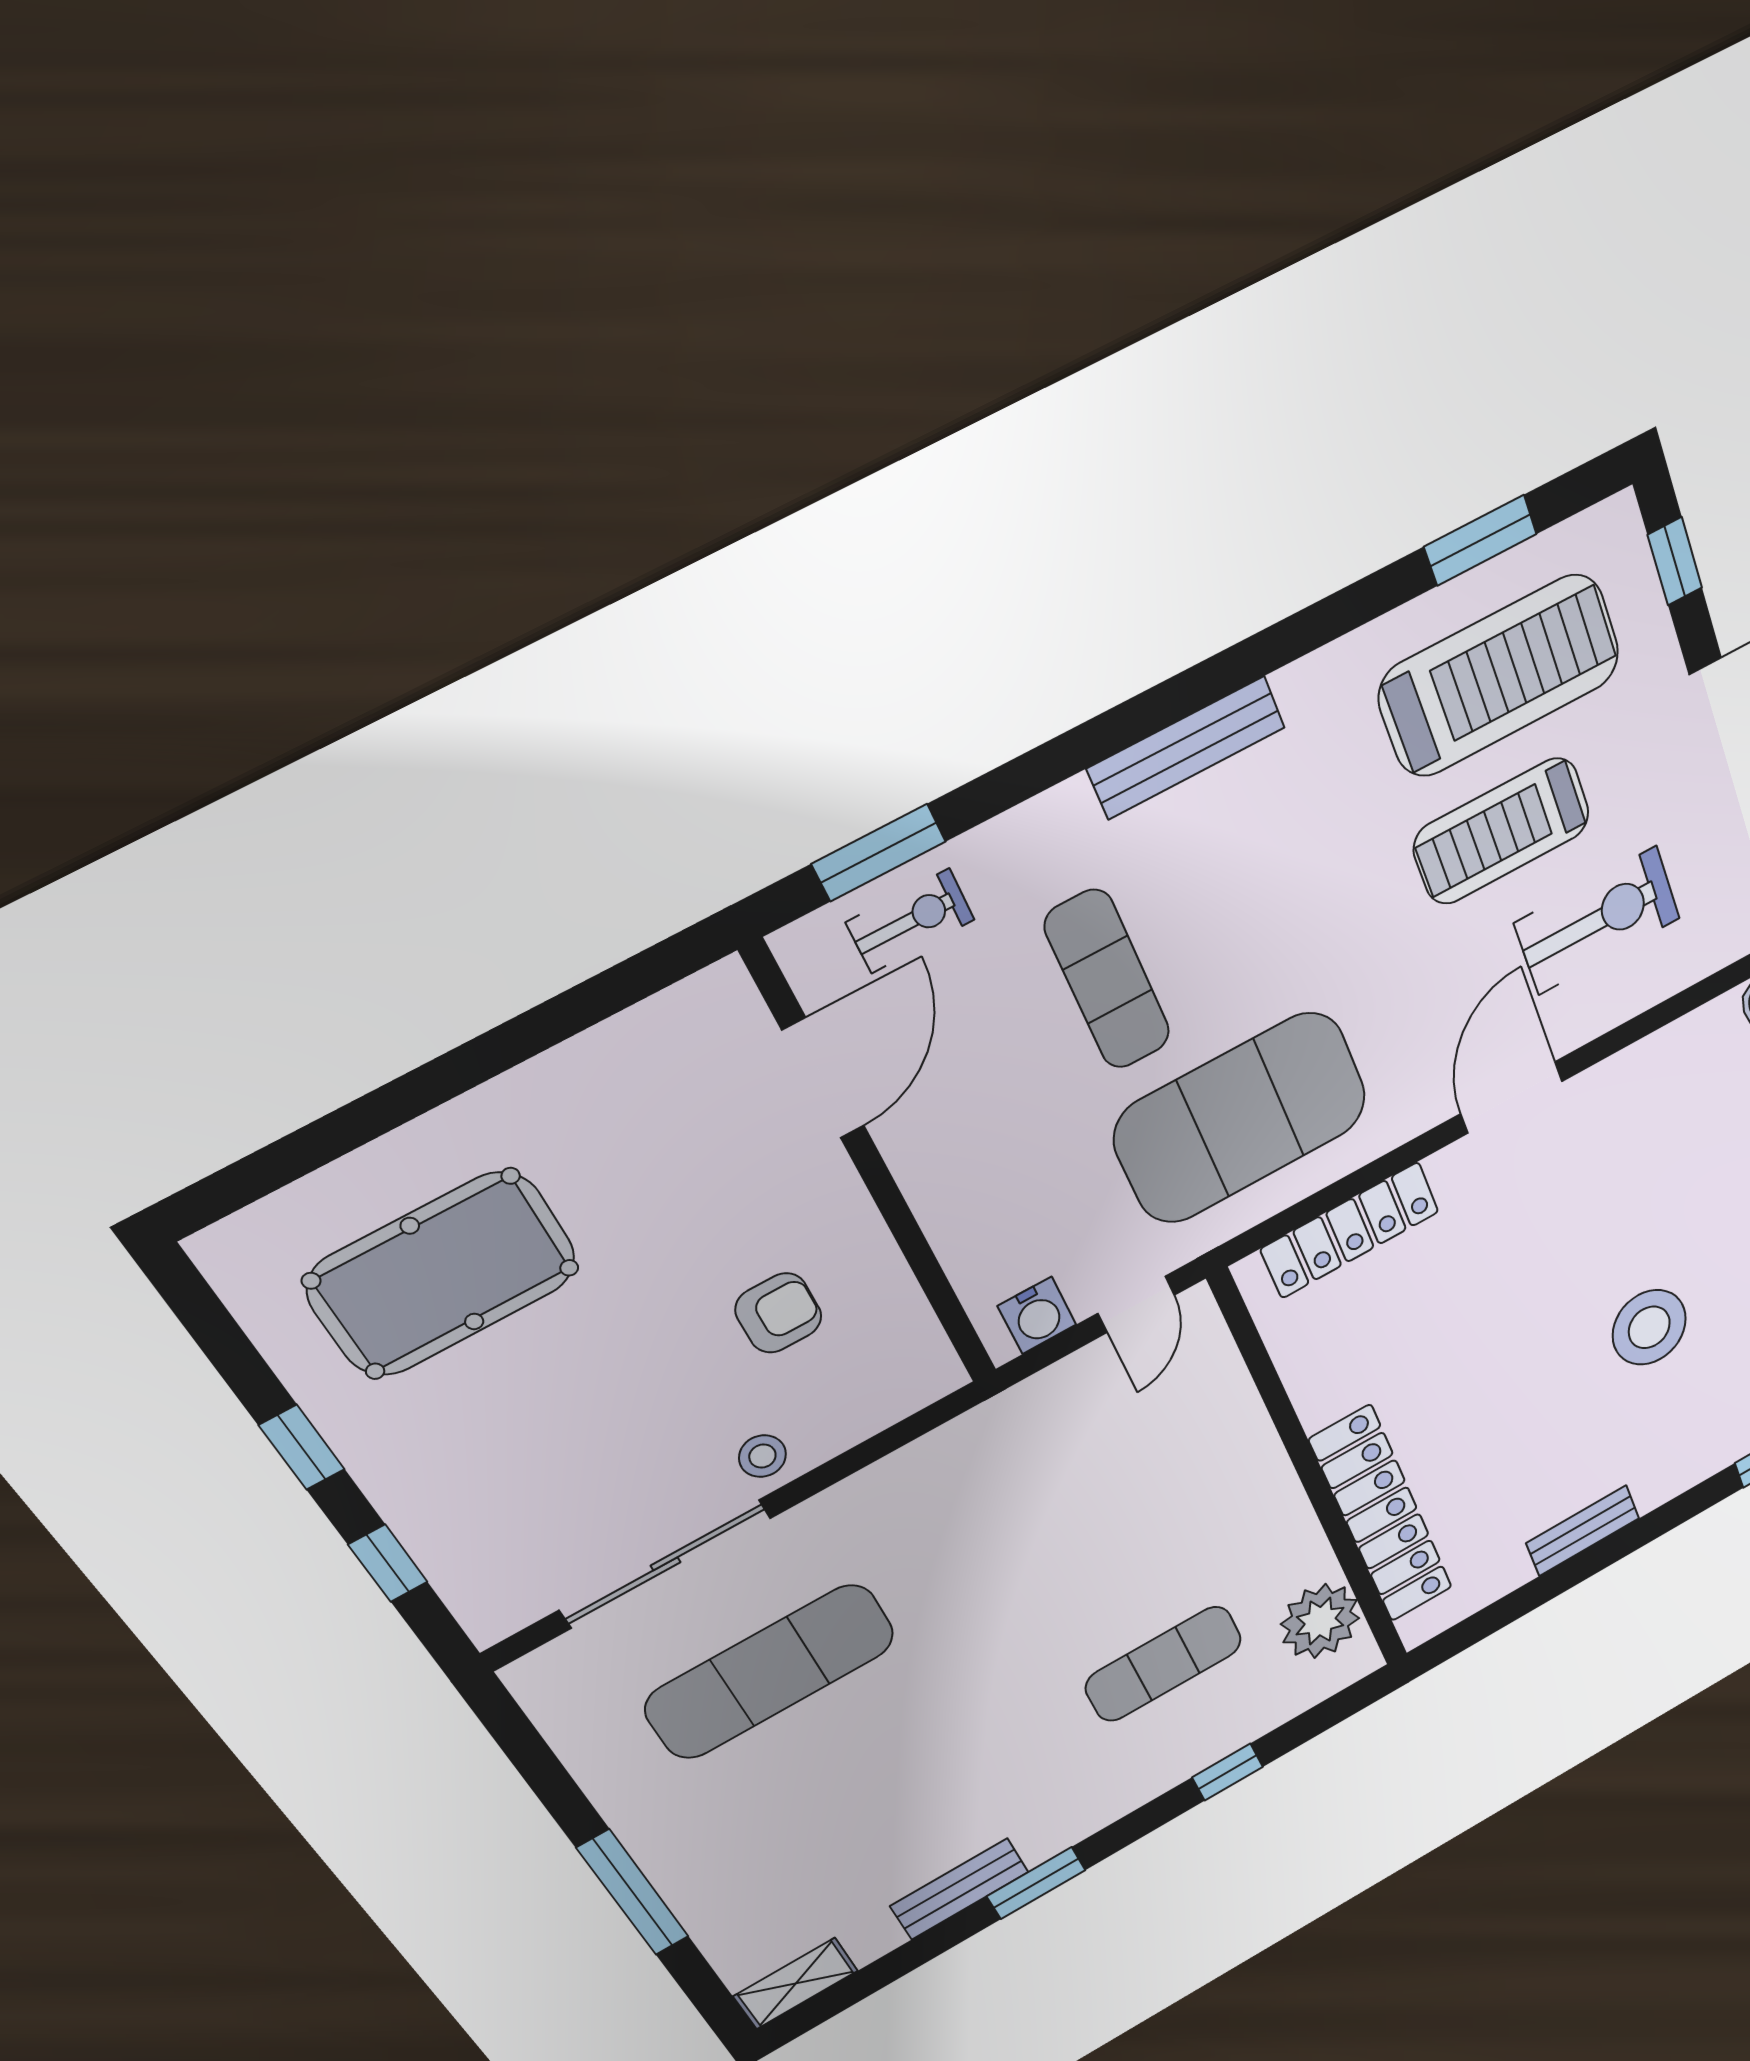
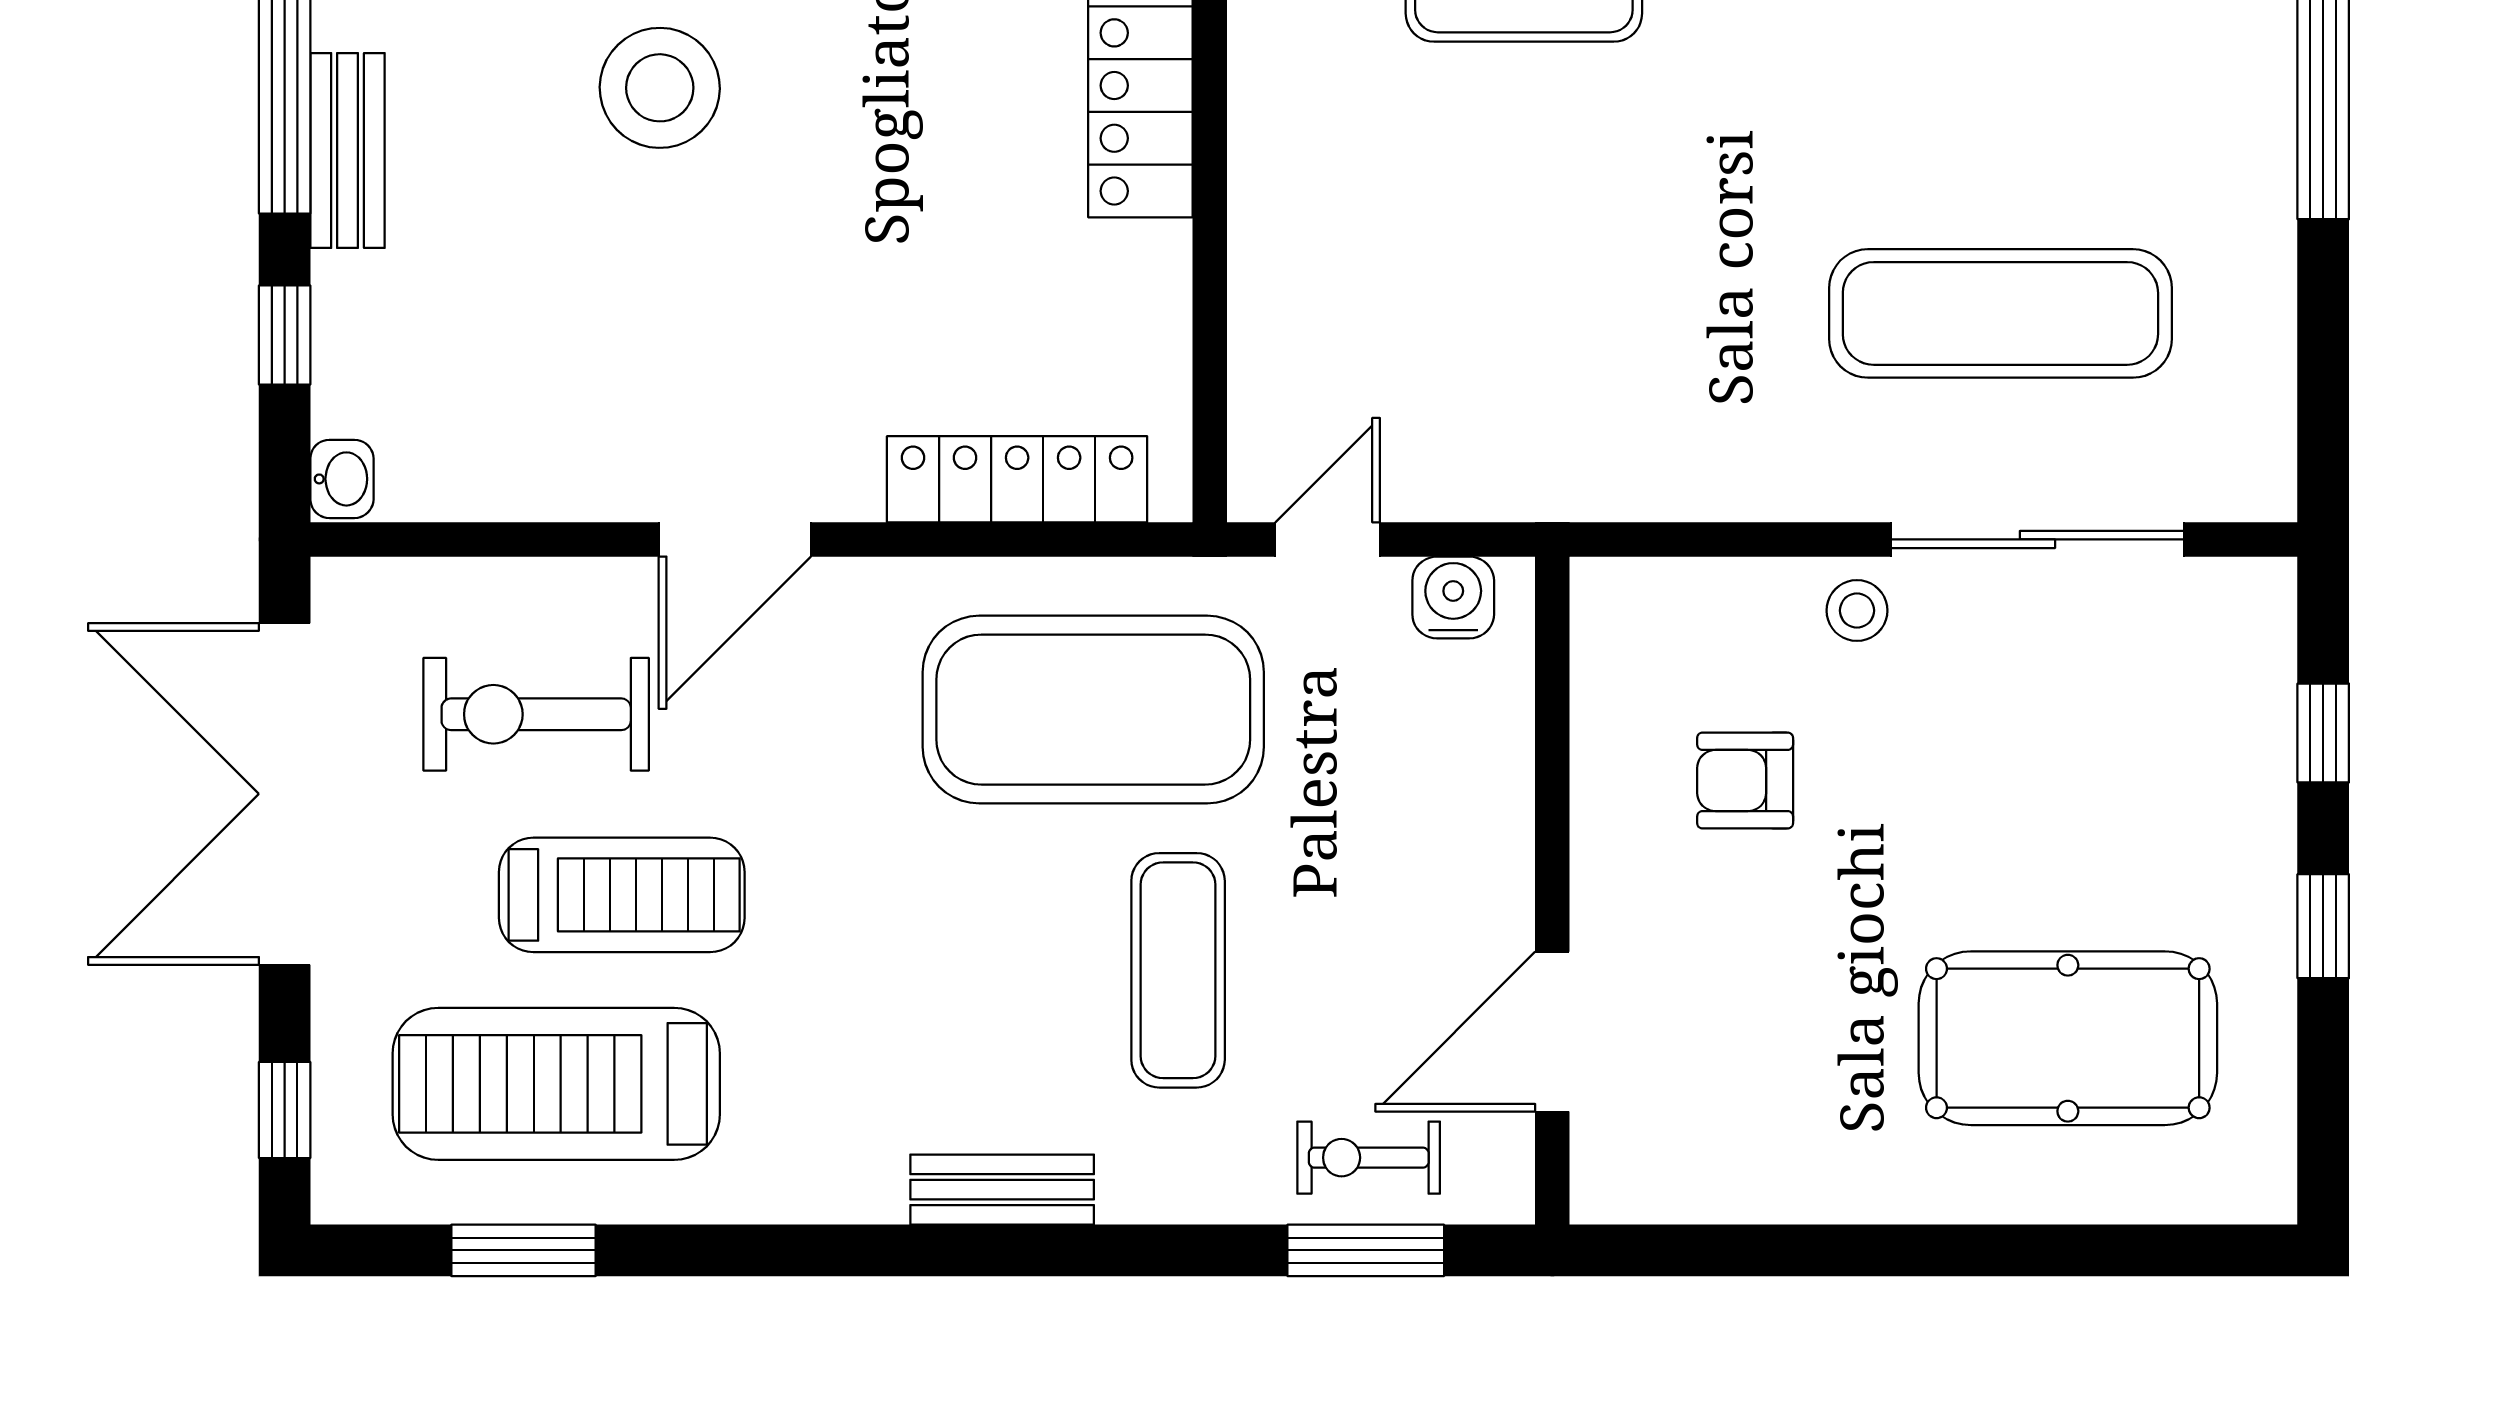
bench: (1186, 748) -> (1002, 1190), width x0.73

